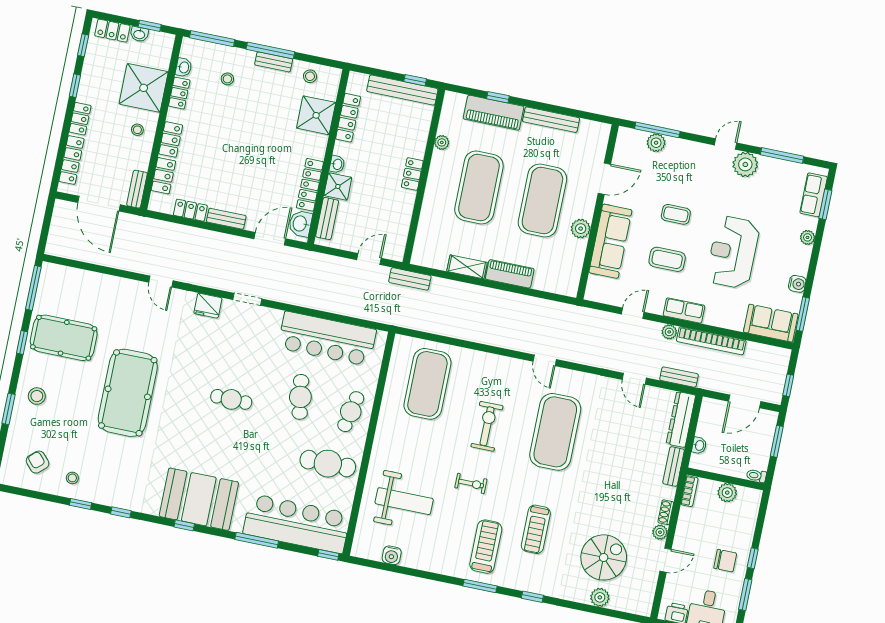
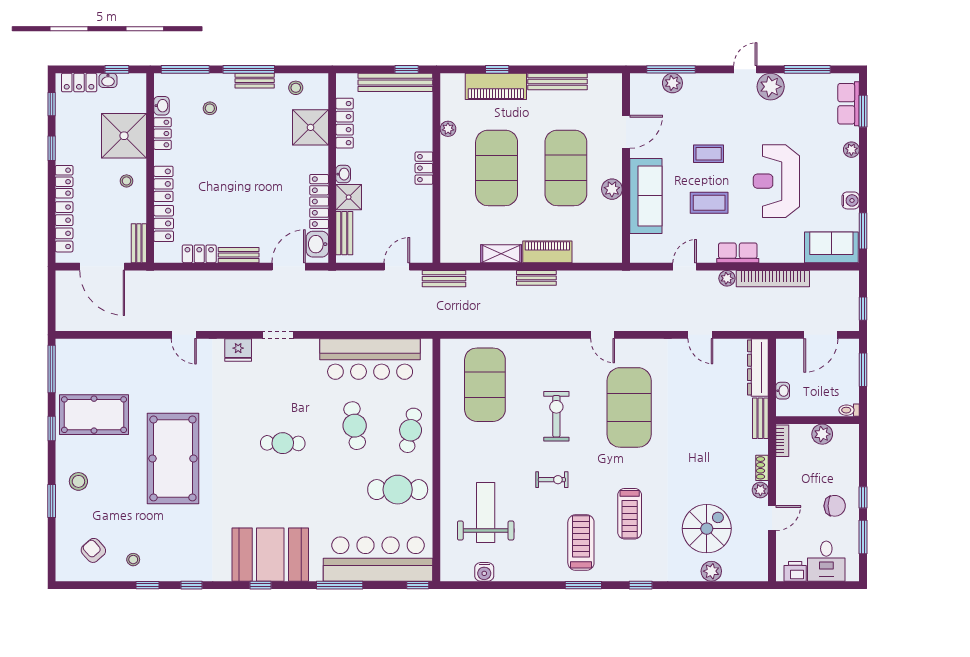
bench: (679, 377) -> (536, 278), moved
weight bench: (404, 501) -> (486, 512), turned -90

